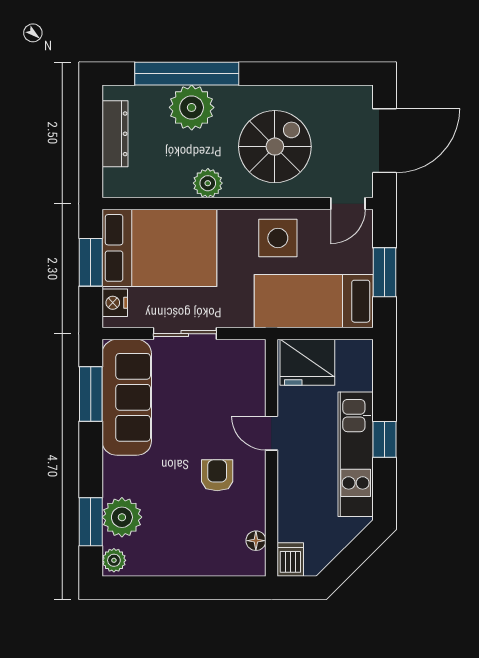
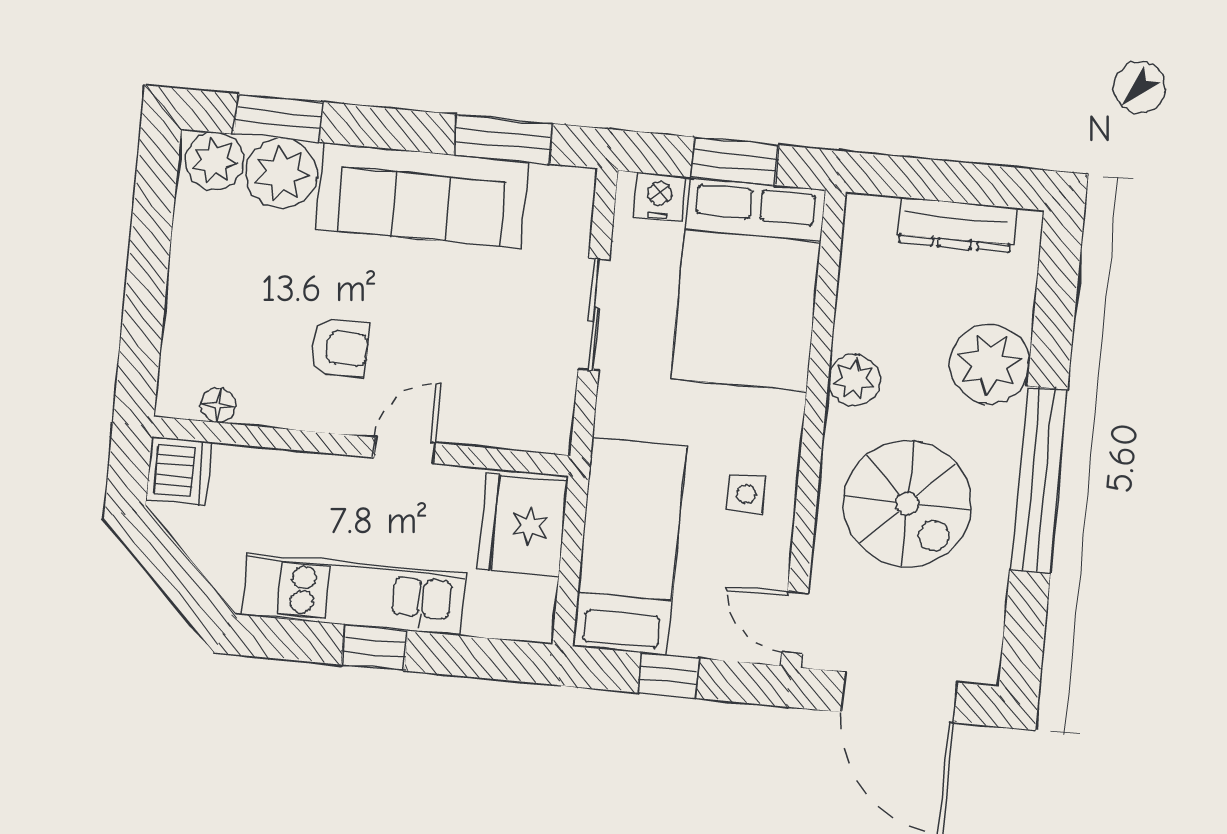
window: (187, 74) -> (1039, 480), moved
side table: (278, 238) -> (746, 494), width x0.54, depth x0.54
window: (384, 272) -> (668, 675), width x0.67
sofa: (127, 397) -> (422, 195), moved
dishwasher: (290, 559) -> (179, 471), width x1.38
plant: (114, 560) -> (214, 161), width x1.38, depth x1.38

